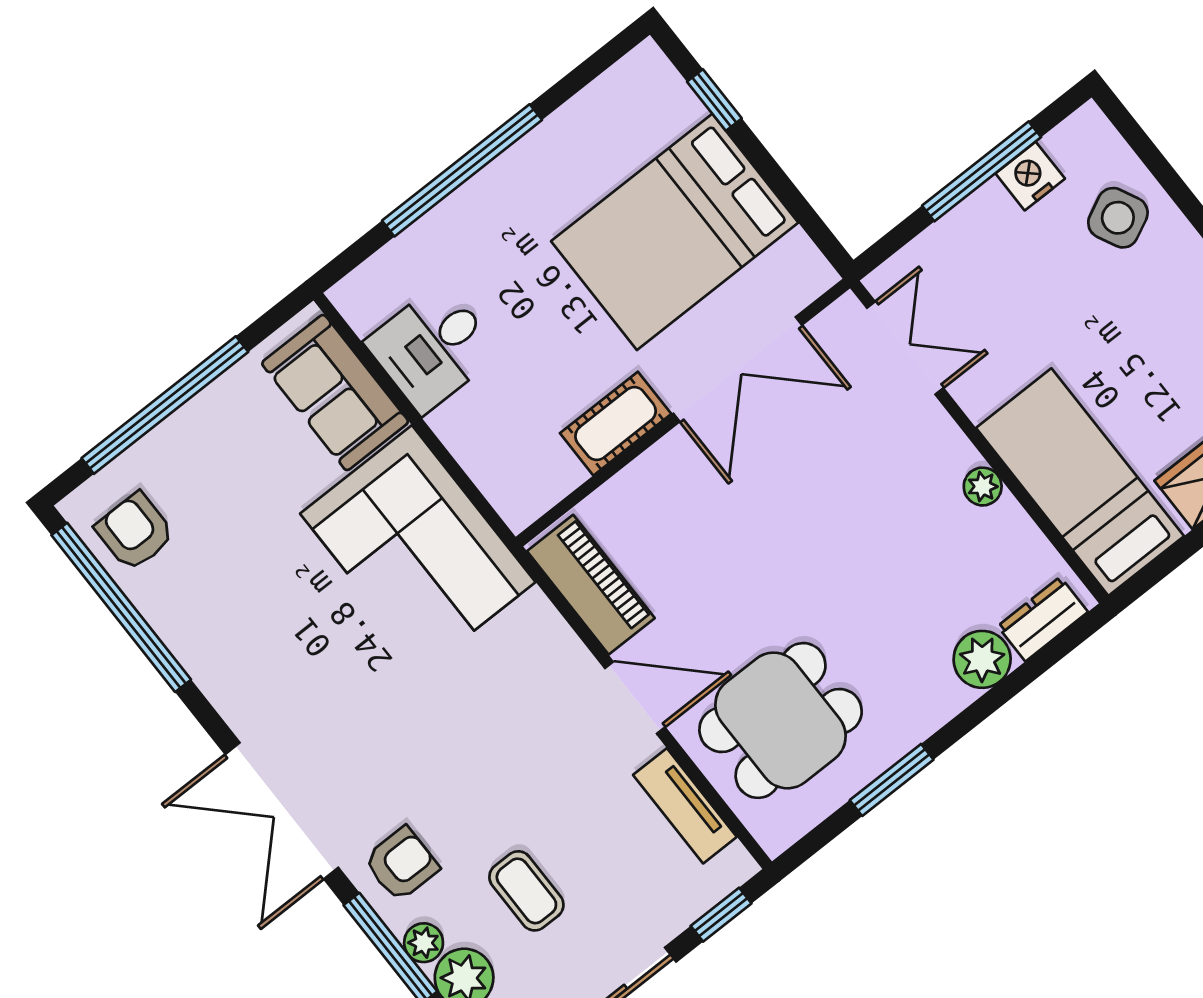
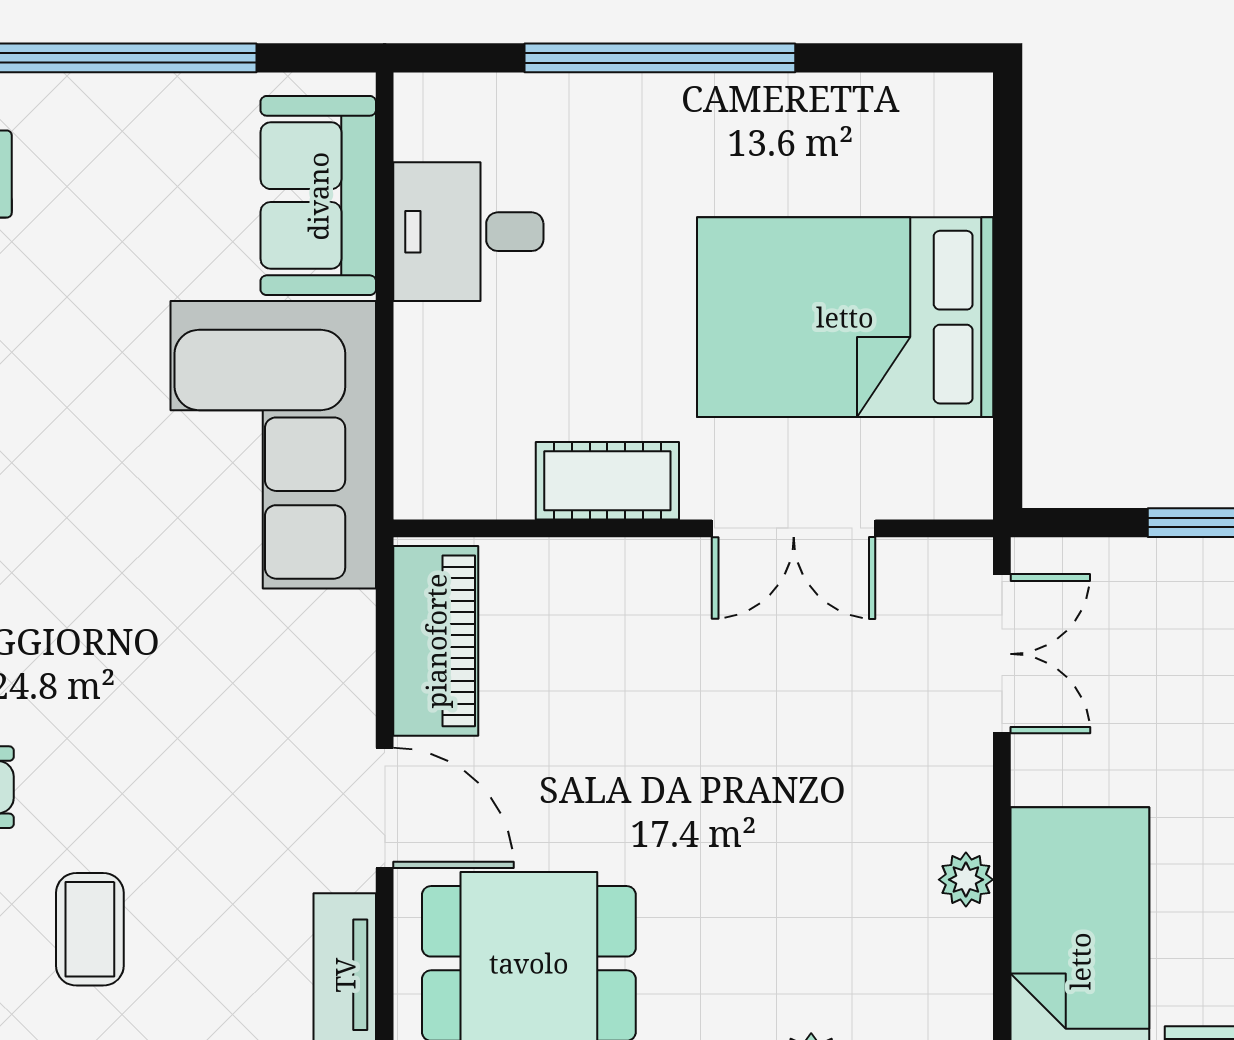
window: (714, 100) -> (1008, 203), removed
double door: (738, 369) -> (794, 528), width x0.73

